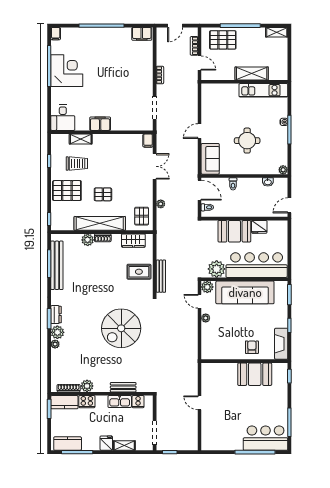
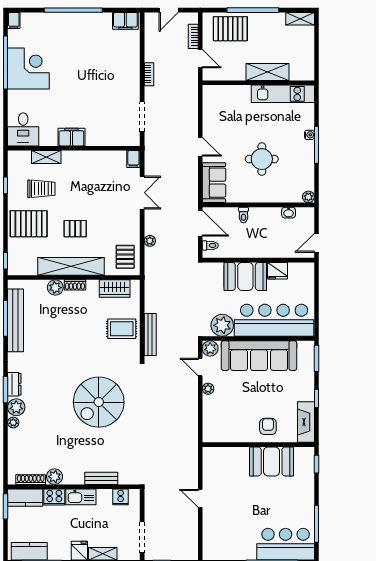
door: (200, 131) -> (200, 147), swing flipped
kitchen sink: (120, 402) -> (81, 497), moved

